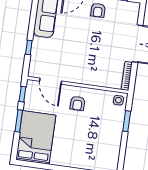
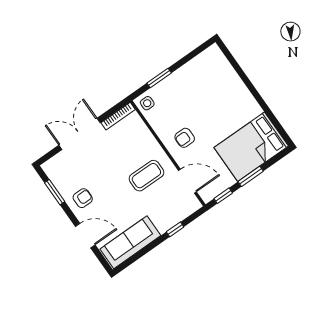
coffee table: (76, 60) -> (146, 176), added
door: (51, 81) -> (187, 181), hinge flipped
armchair: (78, 103) -> (185, 138), turned 180

